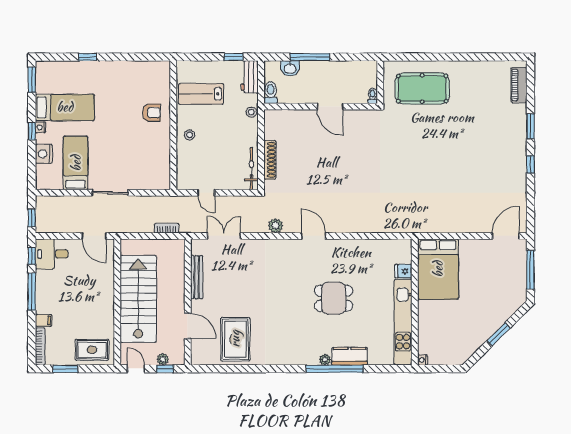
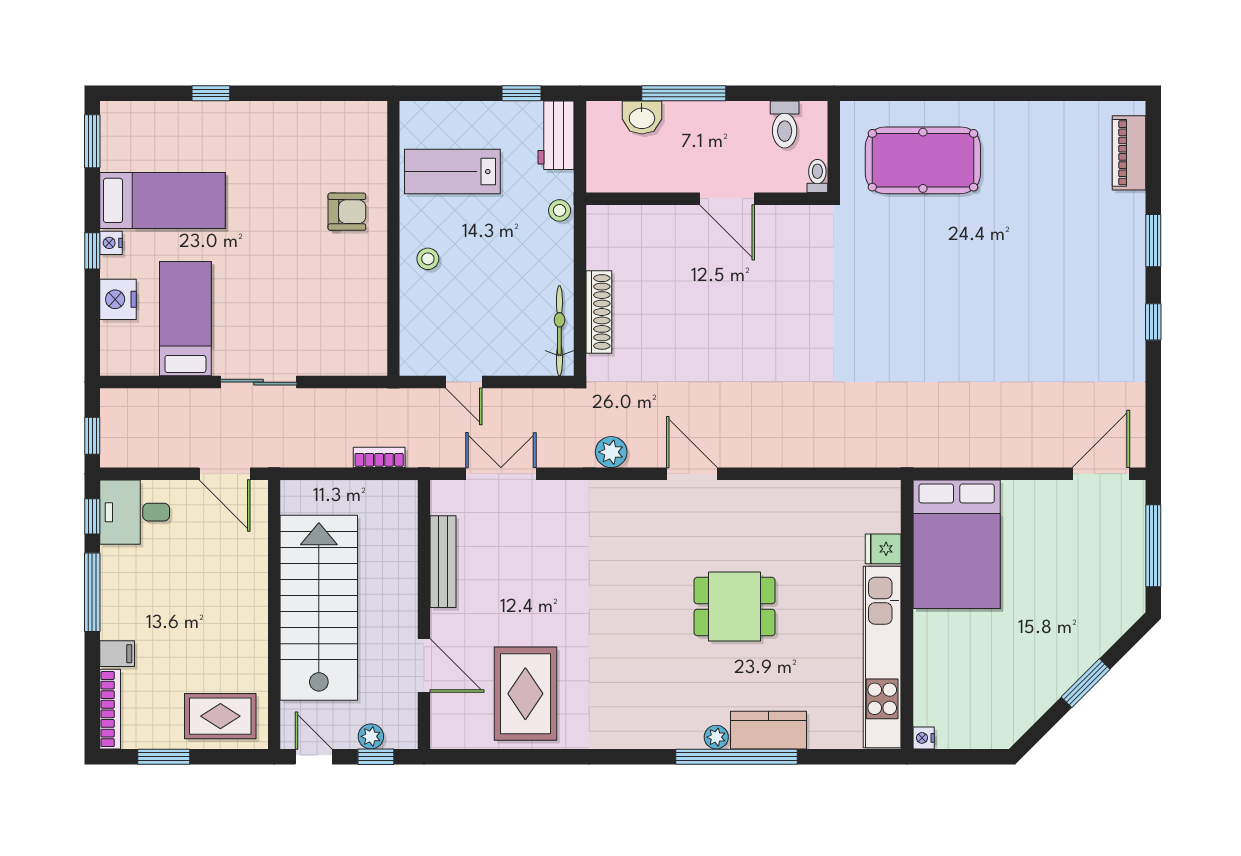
toilet: (271, 93) -> (785, 124), moved, turned 180

